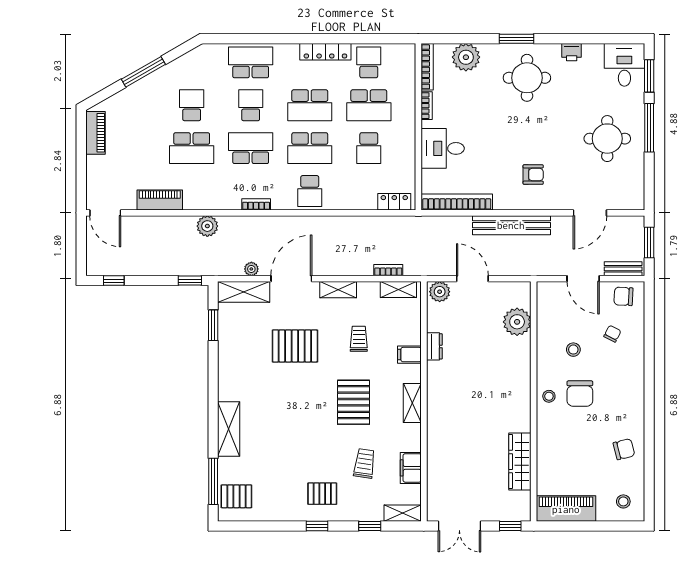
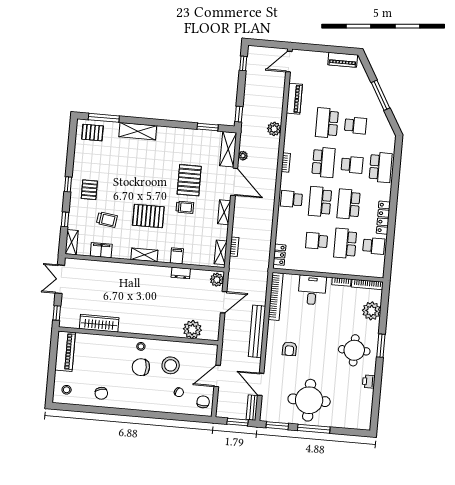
desk: (624, 65) -> (357, 416), removed
window: (649, 76) -> (277, 426), moved
round table: (607, 139) -> (309, 400), width x1.36, depth x1.36
bench: (623, 269) -> (252, 408), moved
trolley: (359, 339) -> (185, 207), moved
stool: (573, 350) -> (171, 365), width x1.89, depth x1.89
pallet: (236, 496) -> (92, 133), turned 90

